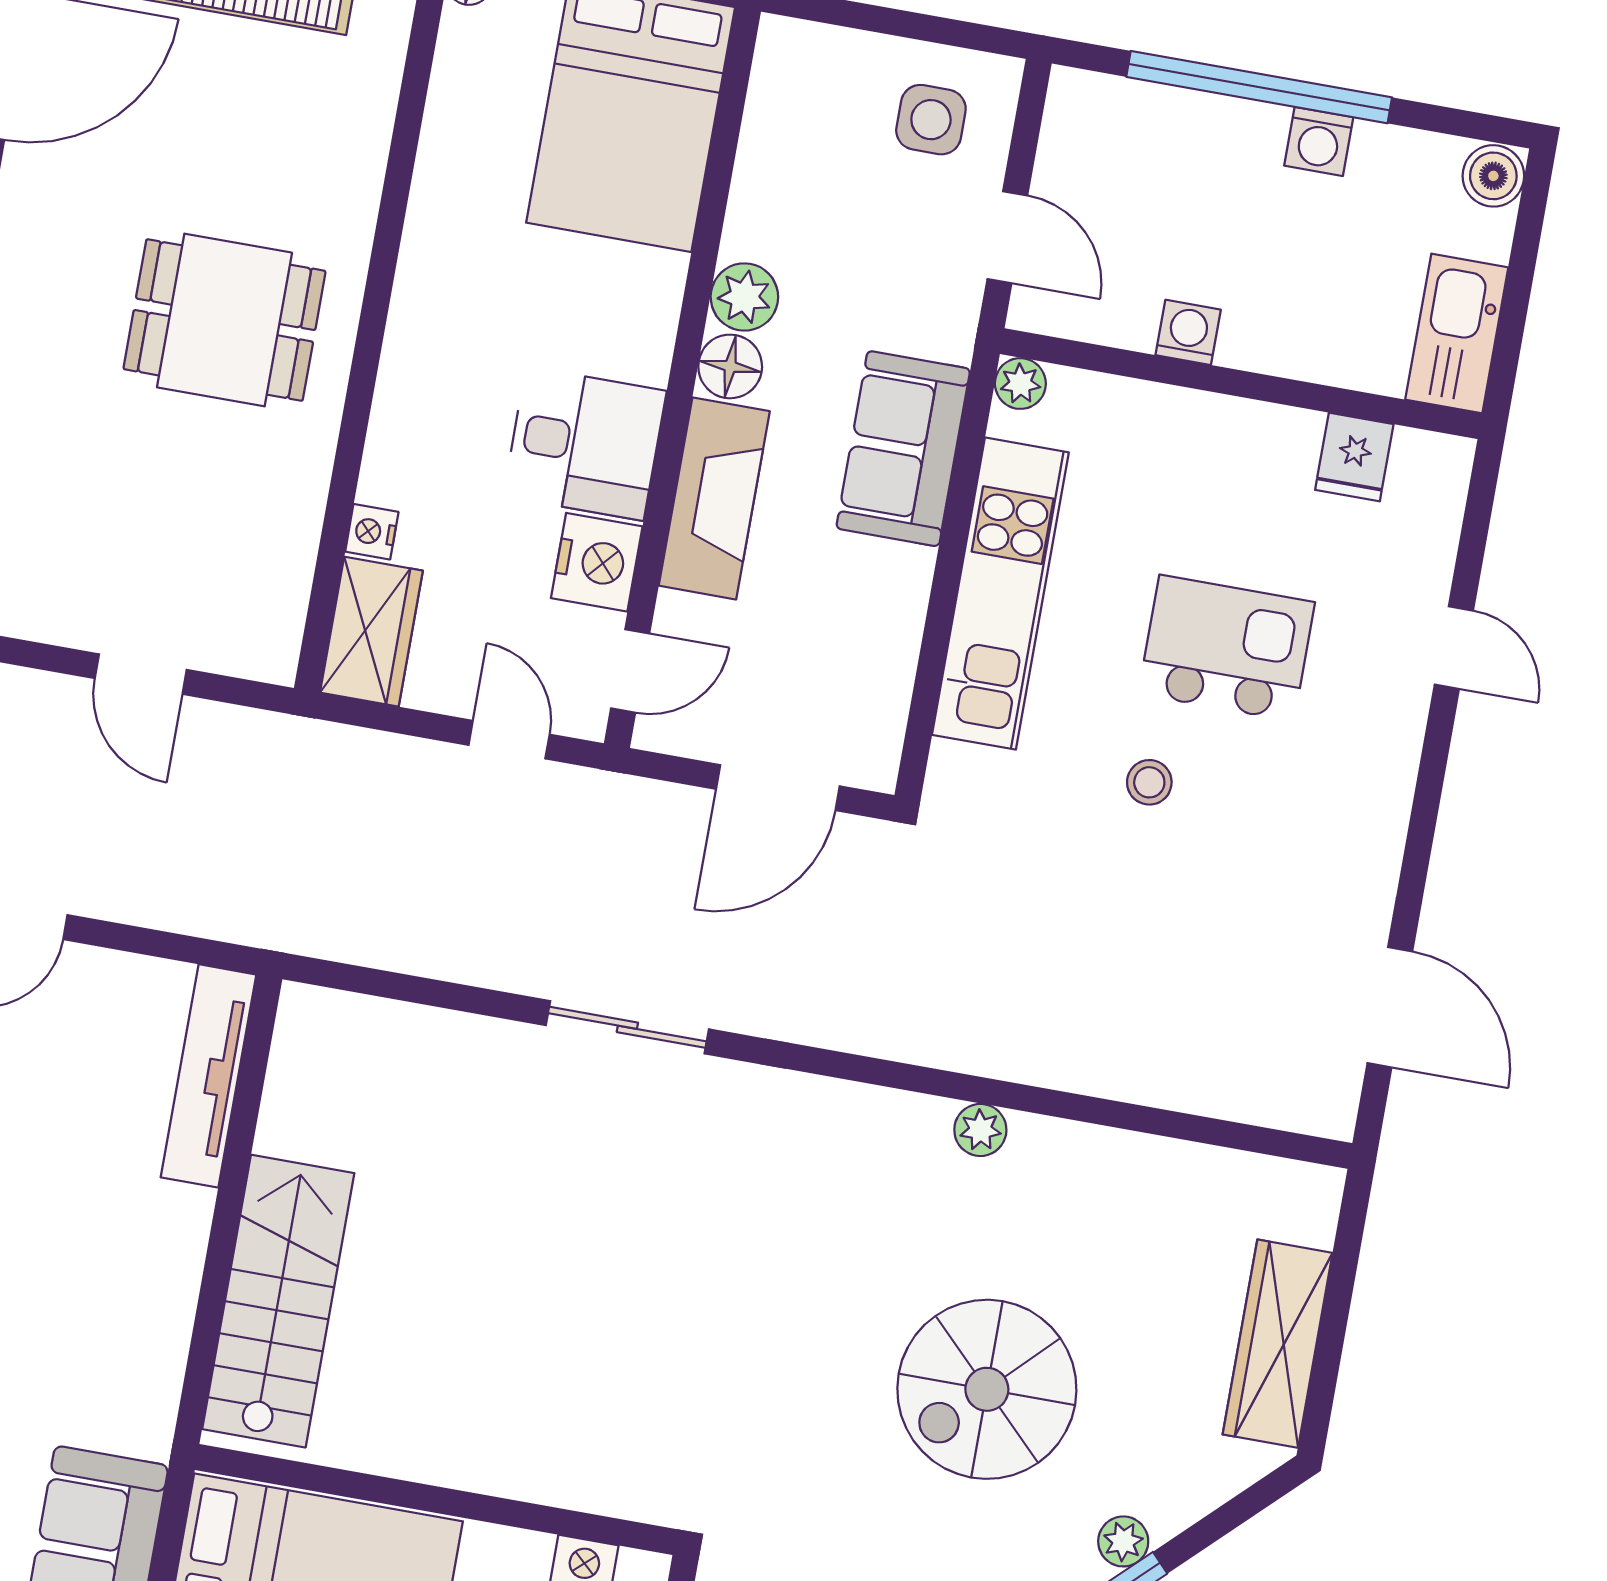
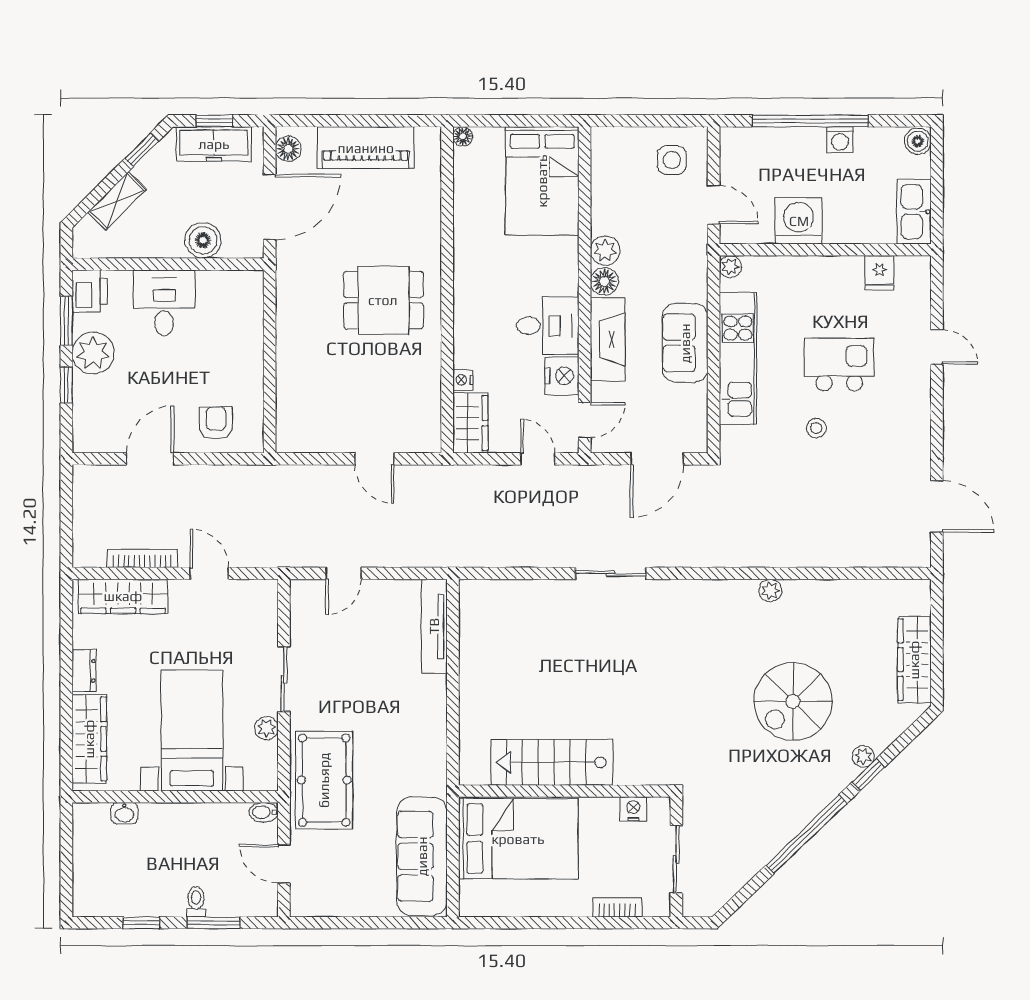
washing machine: (1188, 332) -> (799, 221), width x1.89, depth x1.89
sofa: (903, 449) -> (685, 343), moved
stairs: (278, 1301) -> (552, 762), moved, turned -90

